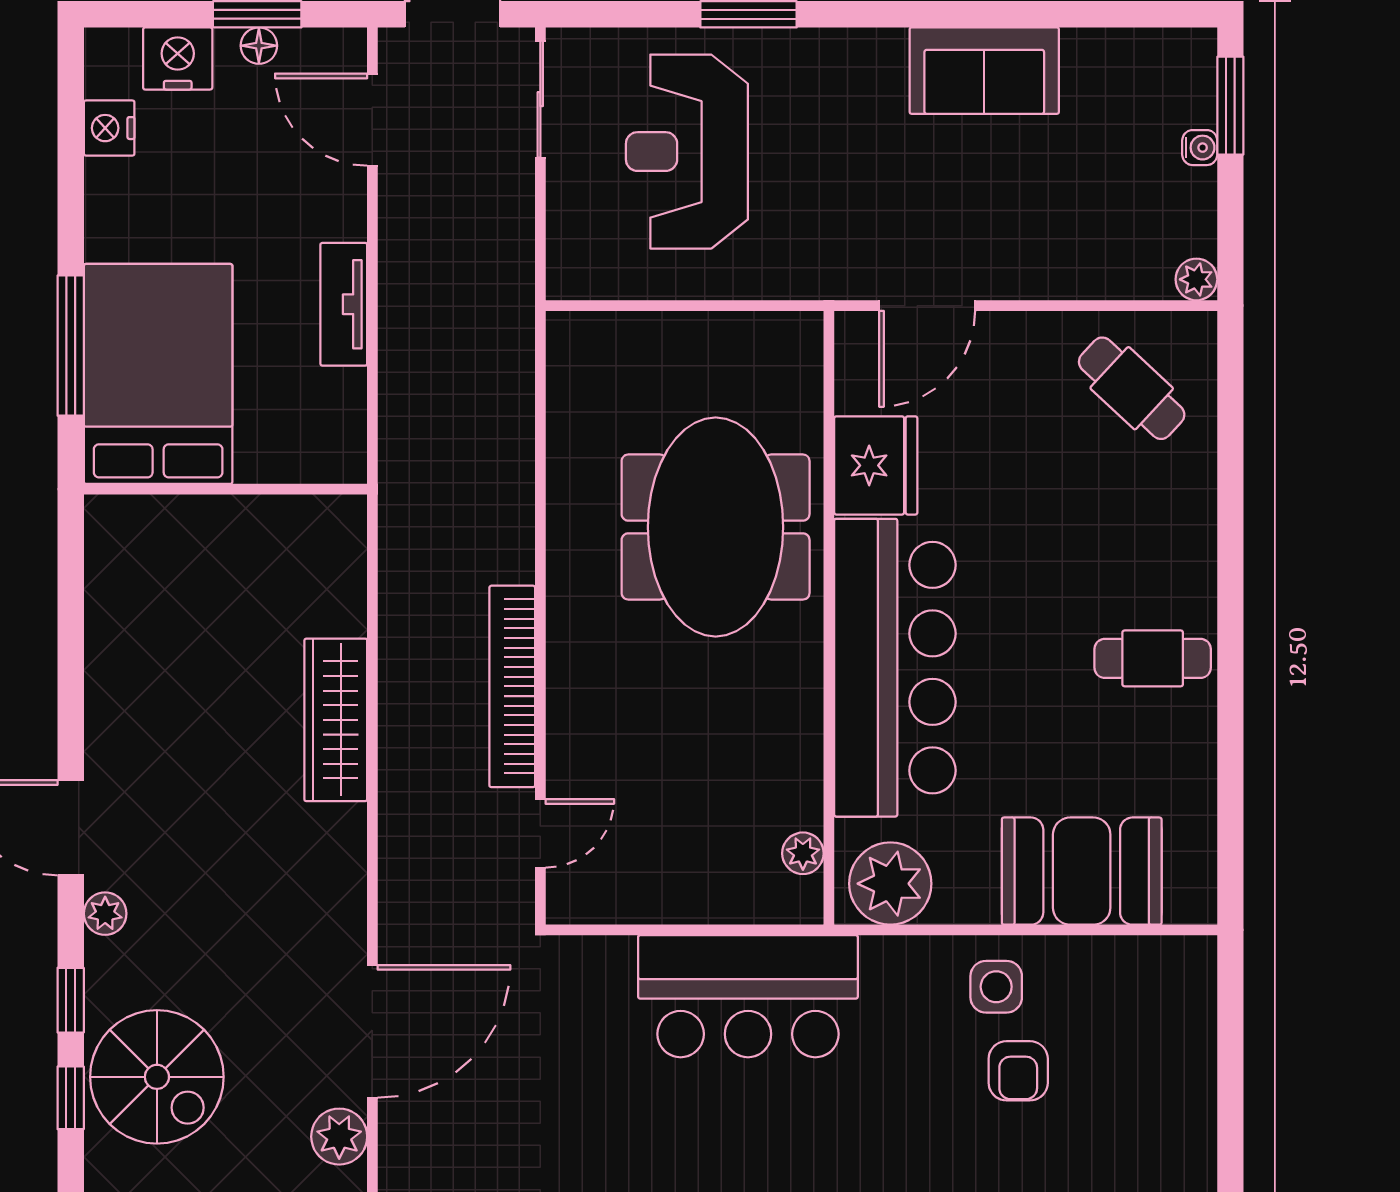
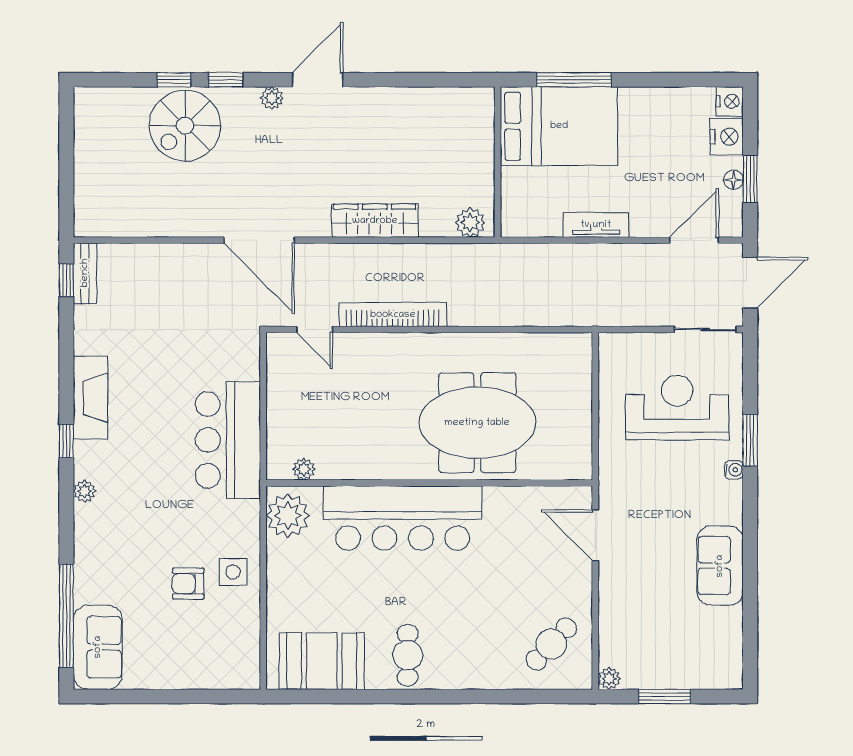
window: (1230, 106) -> (665, 697), moved
nightstand: (109, 128) -> (730, 101), moved, turned 90
water cooler: (1200, 148) -> (734, 470), moved, turned -90
fridge: (876, 465) -> (510, 508), removed
booth: (1082, 871) -> (322, 661), moved, turned 90
door: (372, 1031) -> (259, 240), moved
plant: (339, 1137) -> (470, 223), moved

